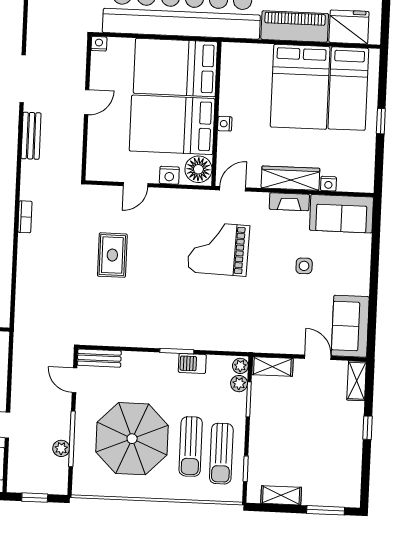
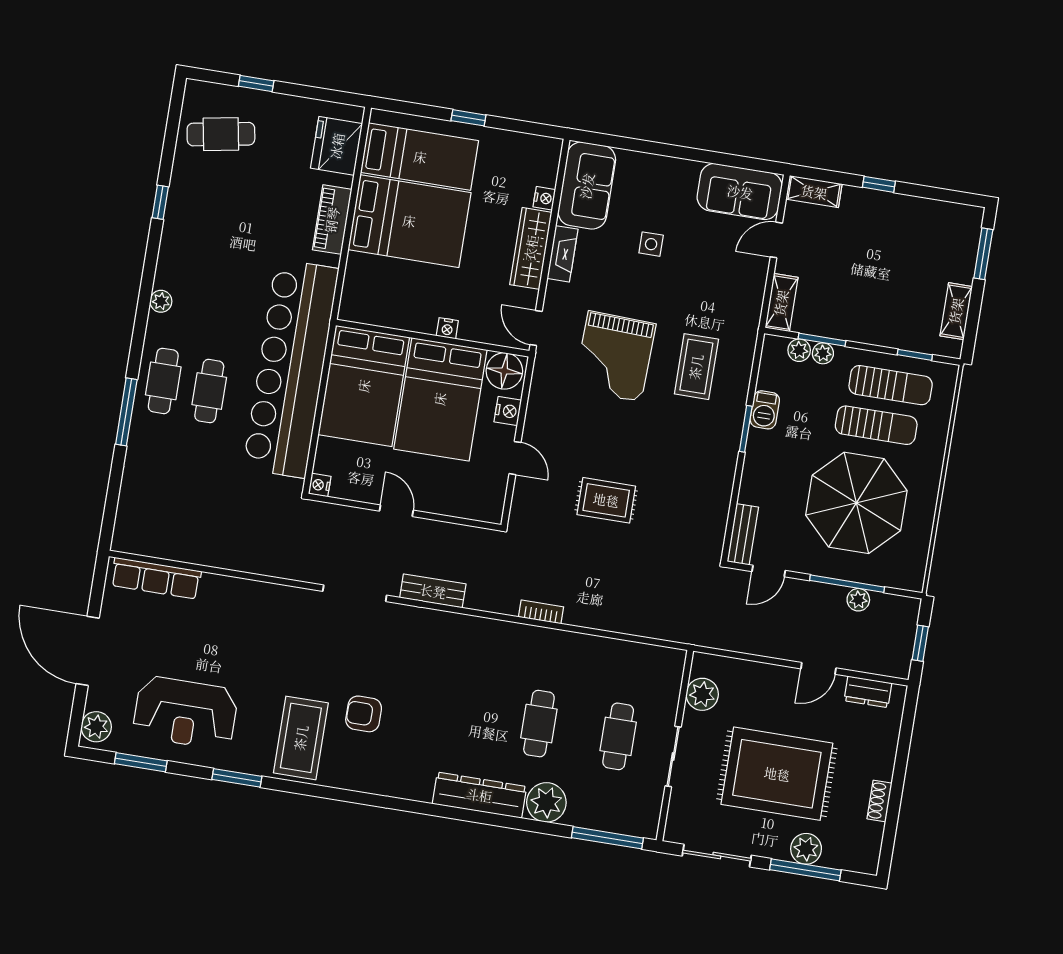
piano: (295, 27) -> (332, 220), width x0.73, depth x0.75
coffee table: (218, 310) -> (696, 367), added
plant: (240, 366) -> (823, 353), moved

